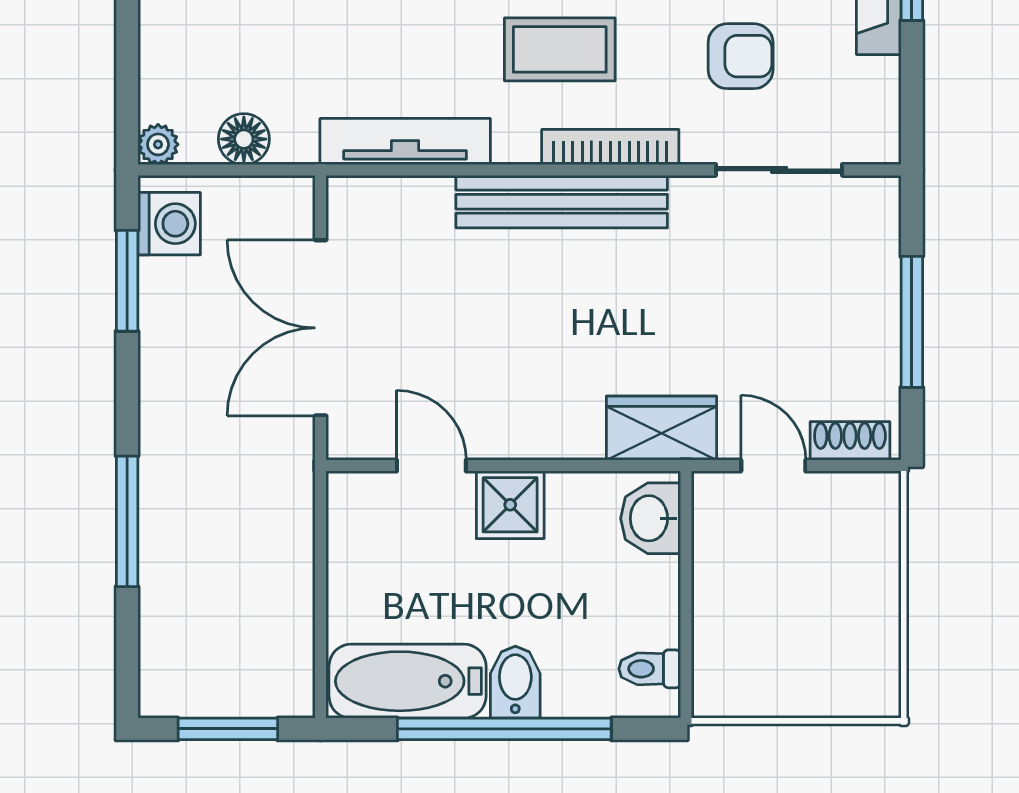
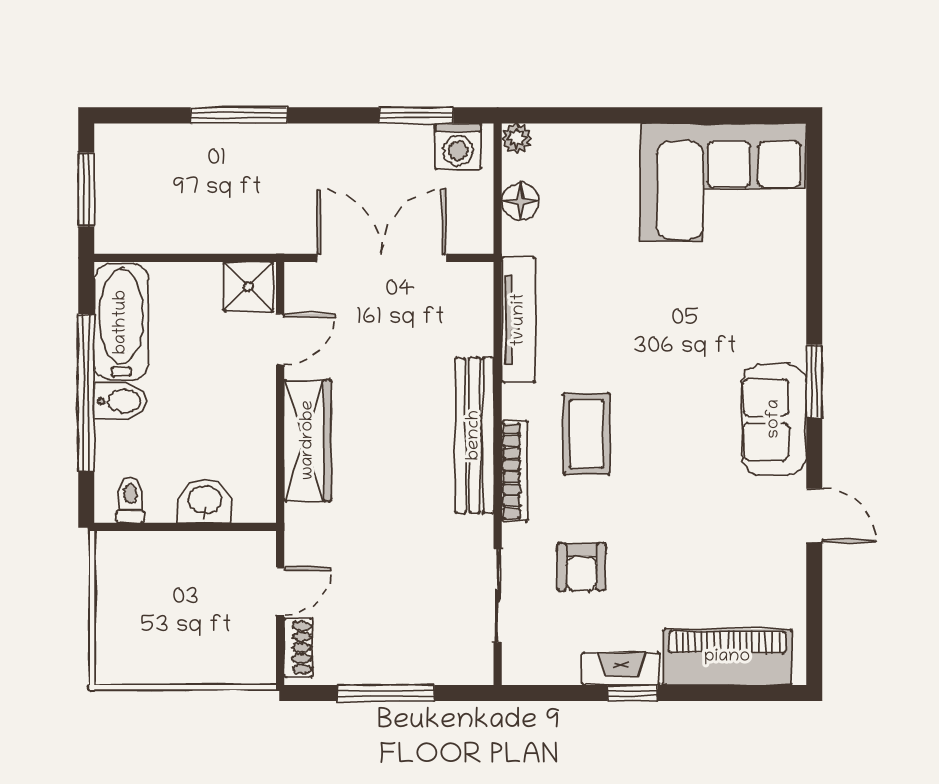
wardrobe: (661, 428) -> (308, 440), moved, width x1.50
shower: (510, 505) -> (248, 287), moved
washbasin: (651, 518) -> (204, 501), moved

